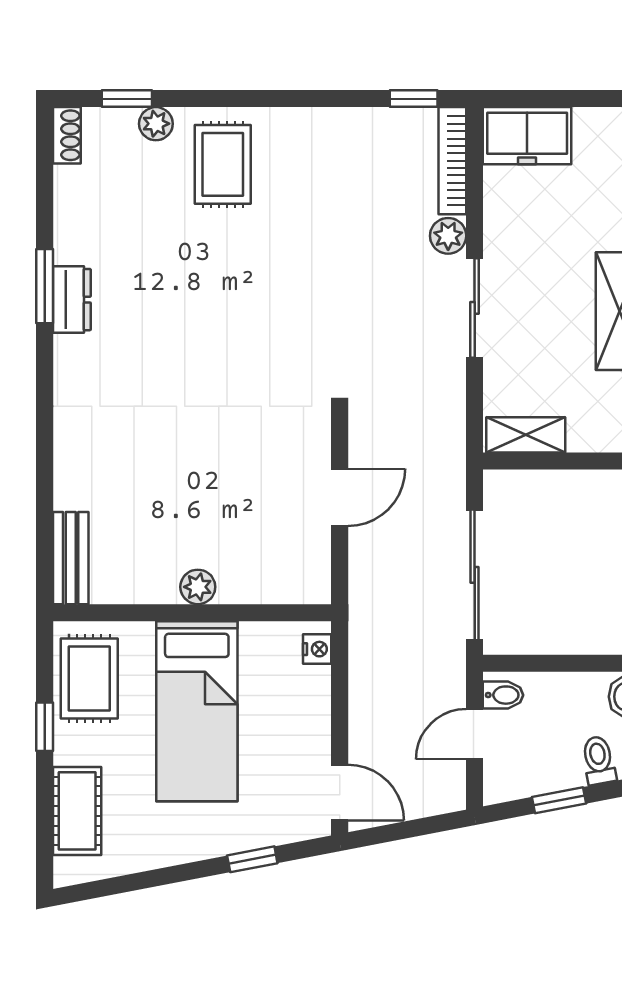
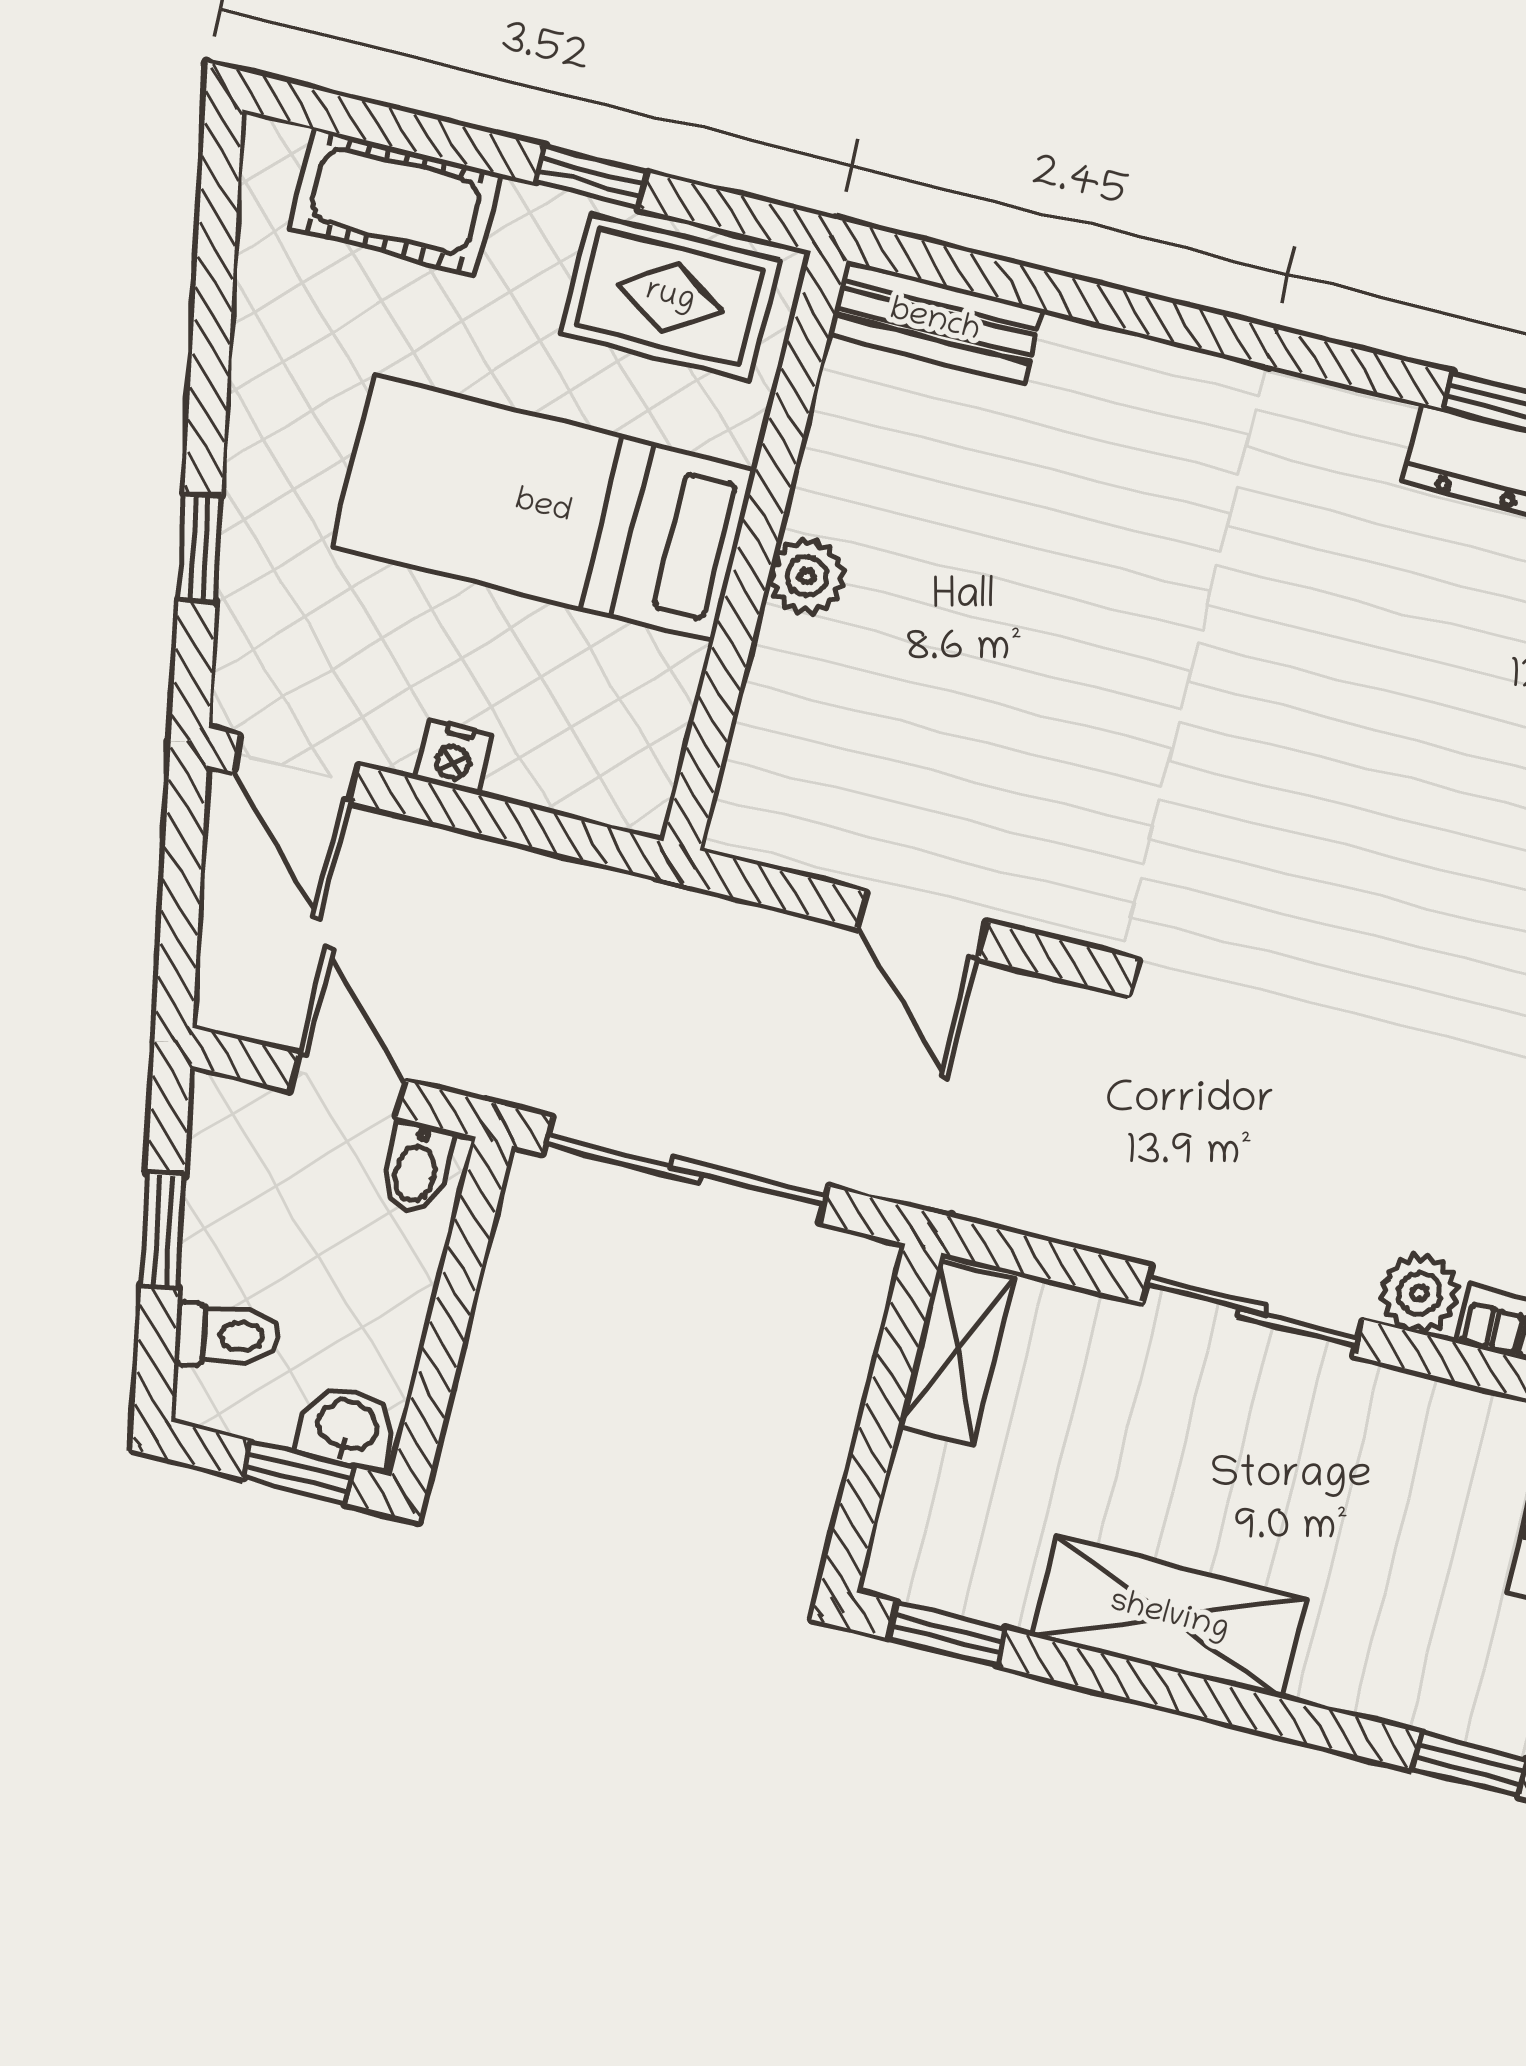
nightstand: (317, 649) -> (454, 757), moved
door: (340, 792) -> (296, 769), hinge flipped

